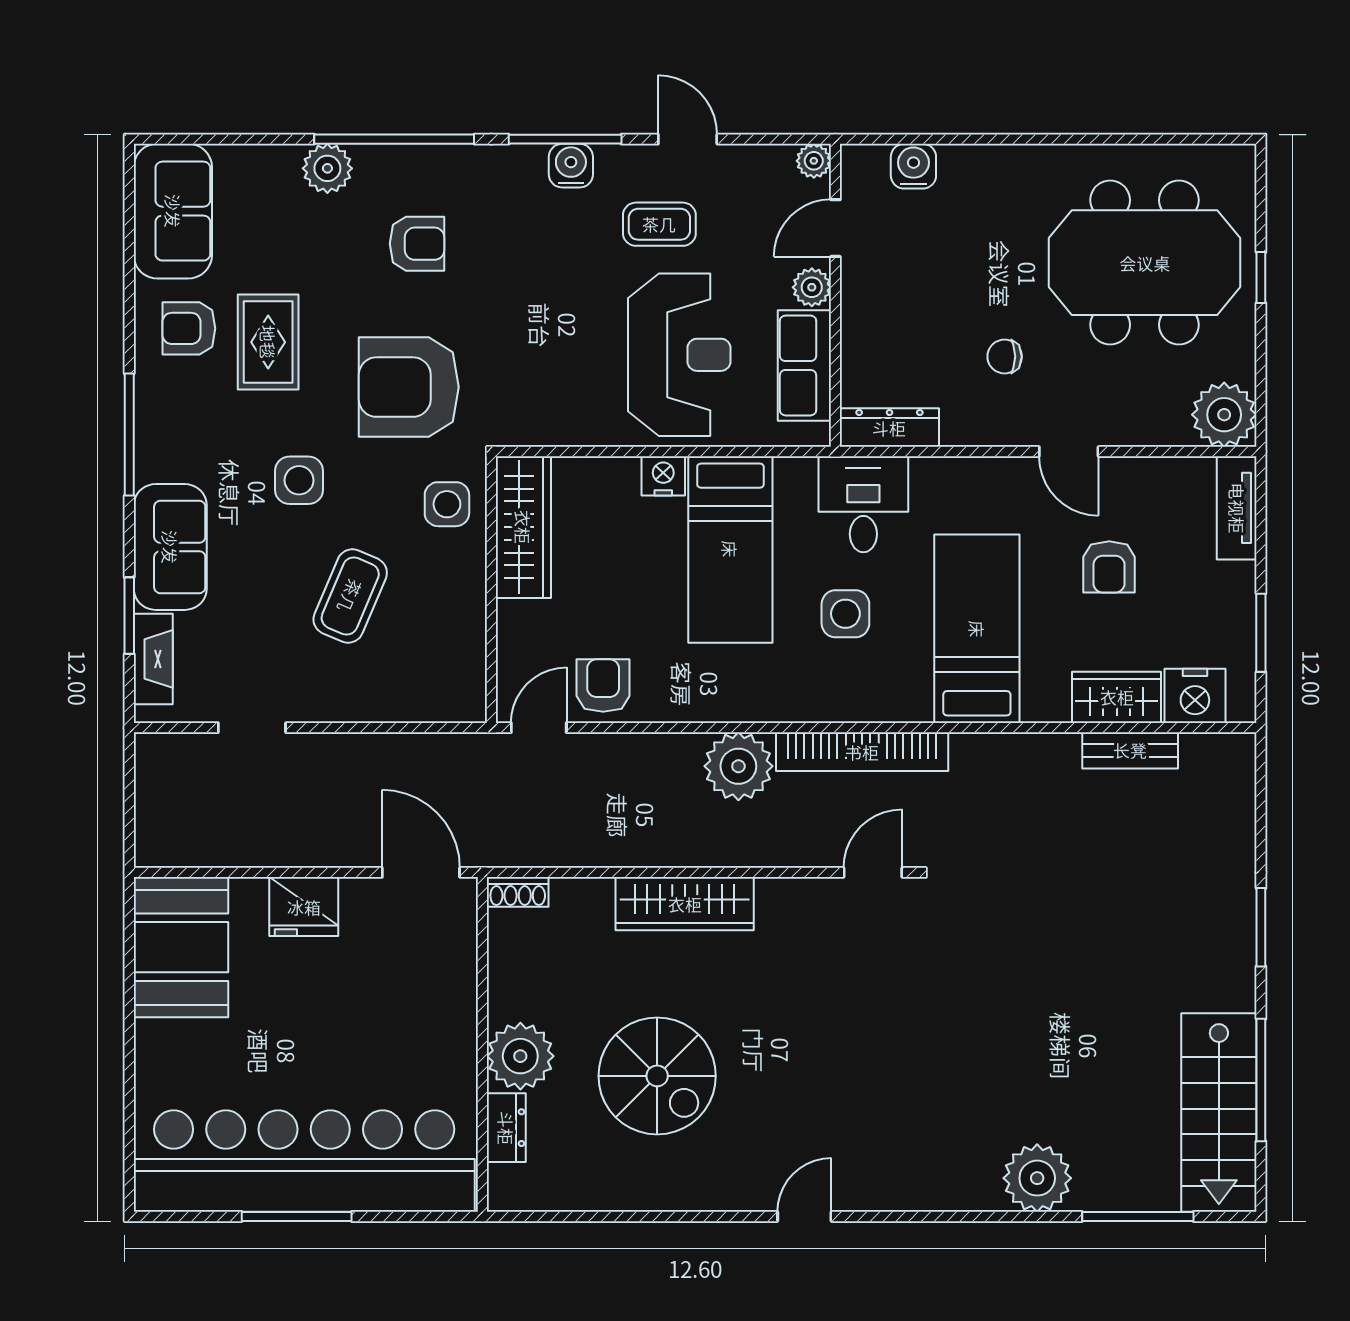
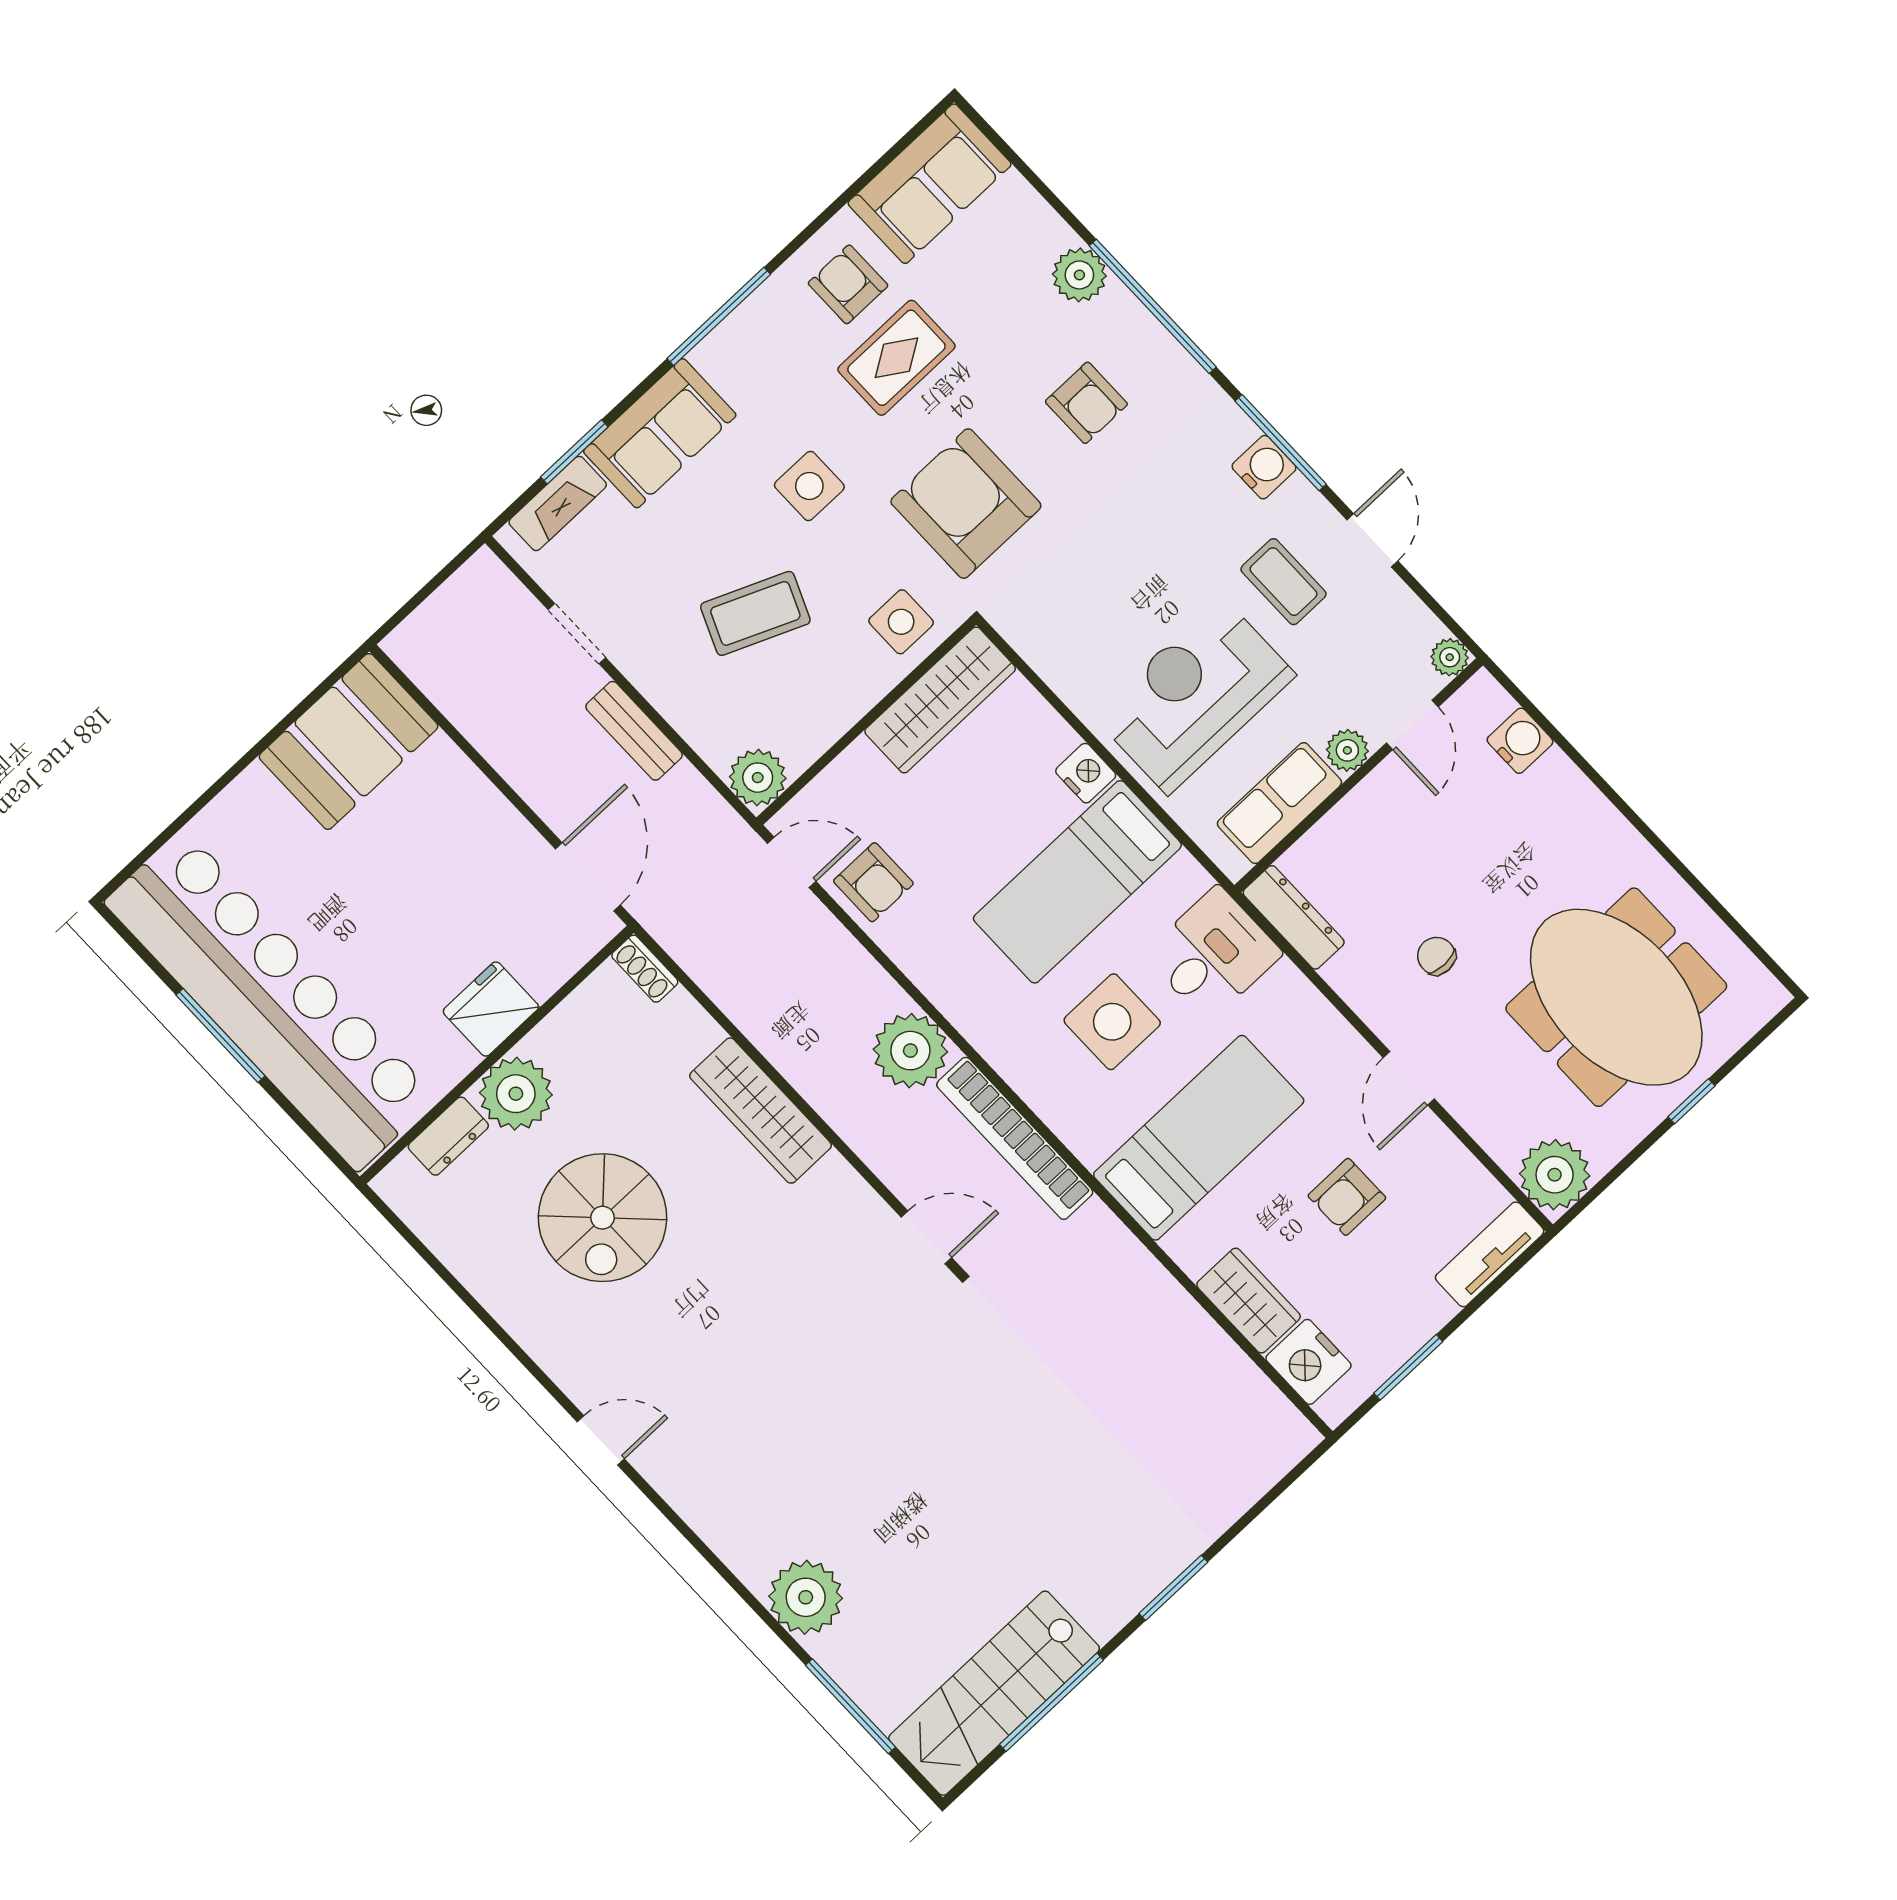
door: (835, 228) -> (1412, 725), swing flipped
reception desk: (679, 355) -> (1194, 695), turned 180
side table: (845, 614) -> (1112, 1022), width x1.37, depth x1.37
armchair: (603, 686) -> (873, 882), turned 90
plant: (461, 697) -> (758, 778), added
bench: (1130, 750) -> (634, 731), moved
fridge: (304, 907) -> (491, 1009), moved, turned 90

